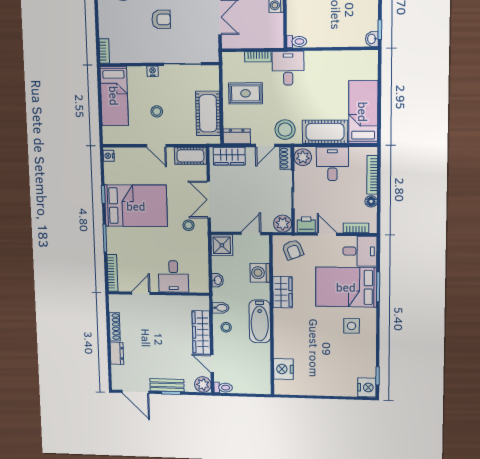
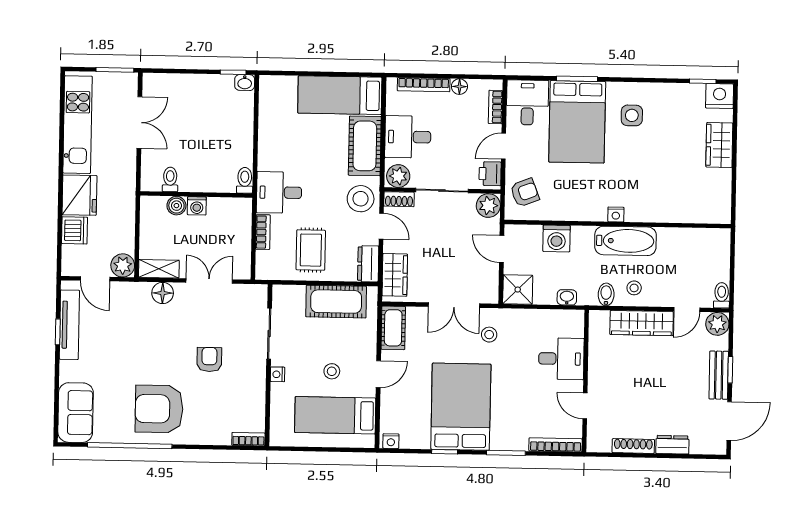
bed: (114, 96) -> (335, 415), moved, turned 180
wardrobe: (282, 292) -> (719, 145), moved, turned -90
nightstand: (283, 369) -> (616, 214), moved, width x0.53, depth x0.56

